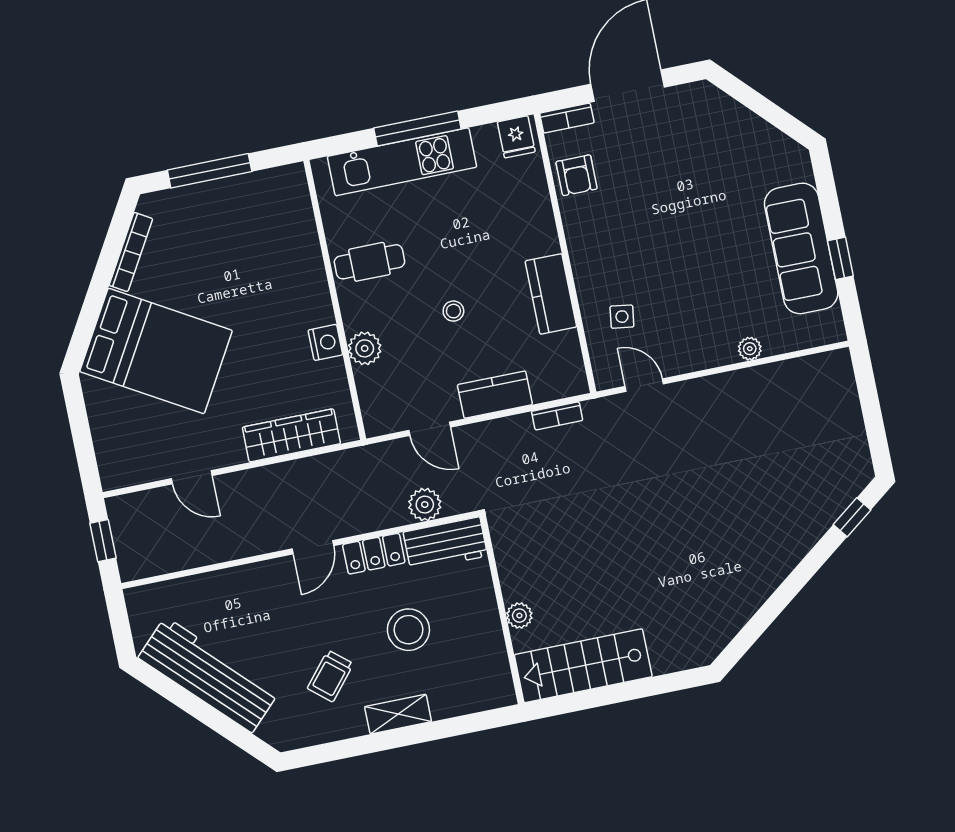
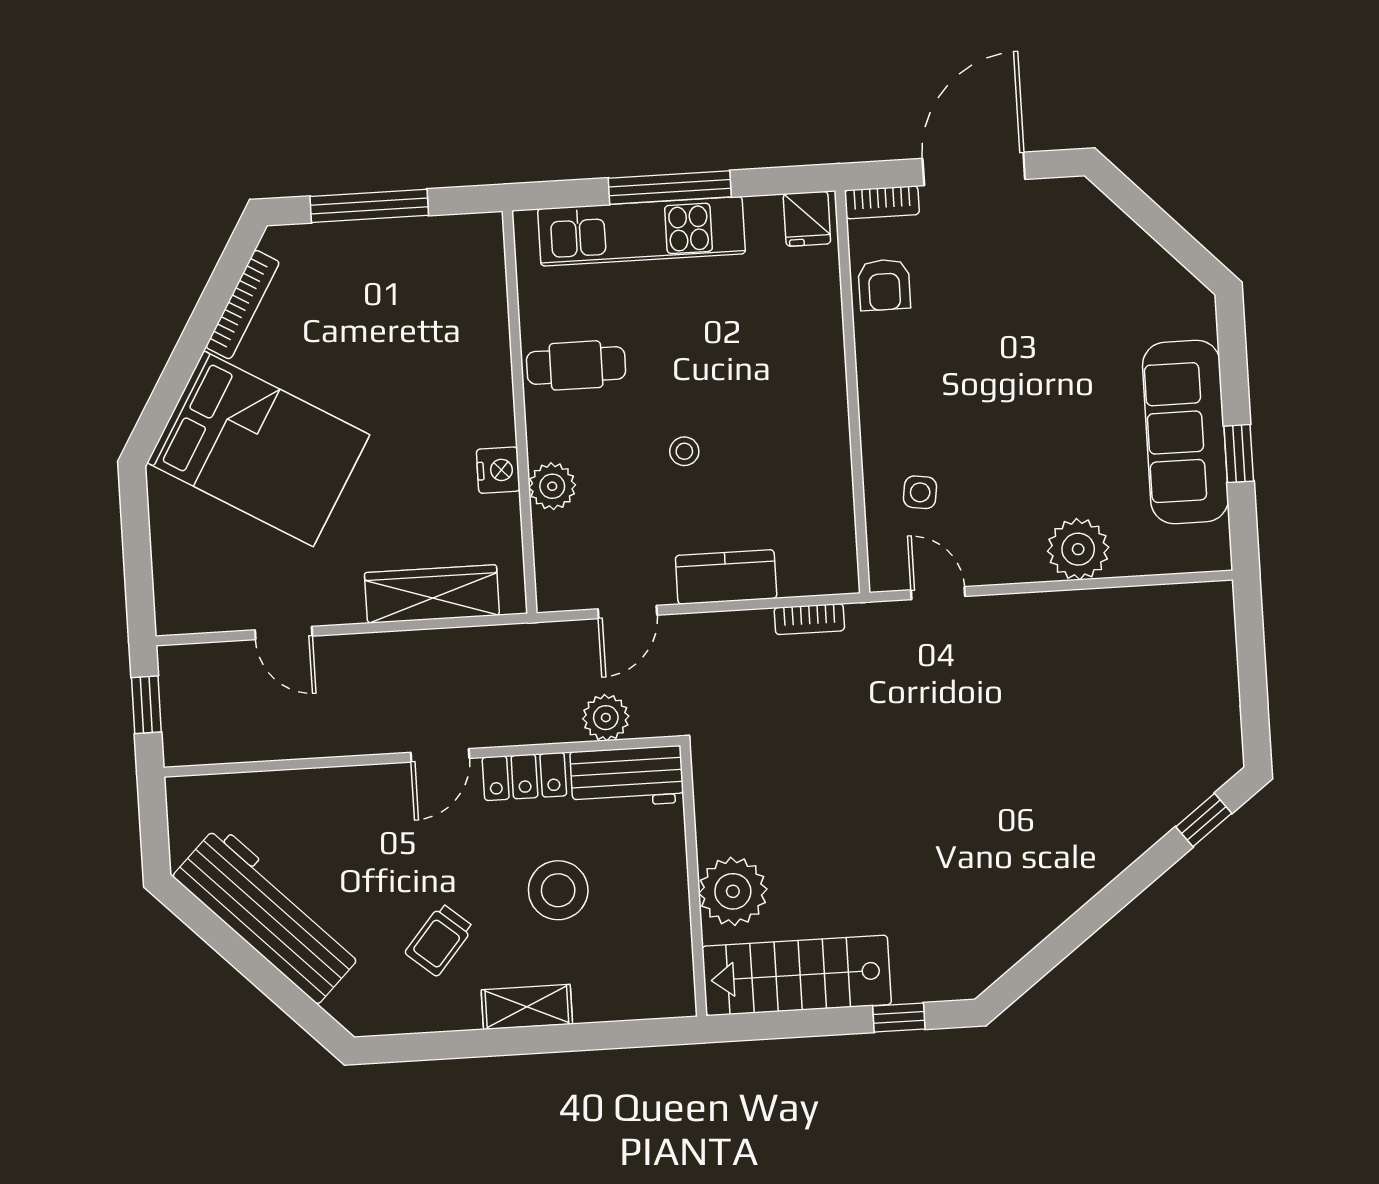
kitchen counter: (551, 294) -> (825, 446), removed
plant: (750, 349) -> (1078, 549), width x1.87, depth x1.87
door: (430, 429) -> (628, 612), hinge flipped
plant: (519, 616) -> (733, 891), width x1.87, depth x1.87
window: (659, 685) -> (899, 1017), added

